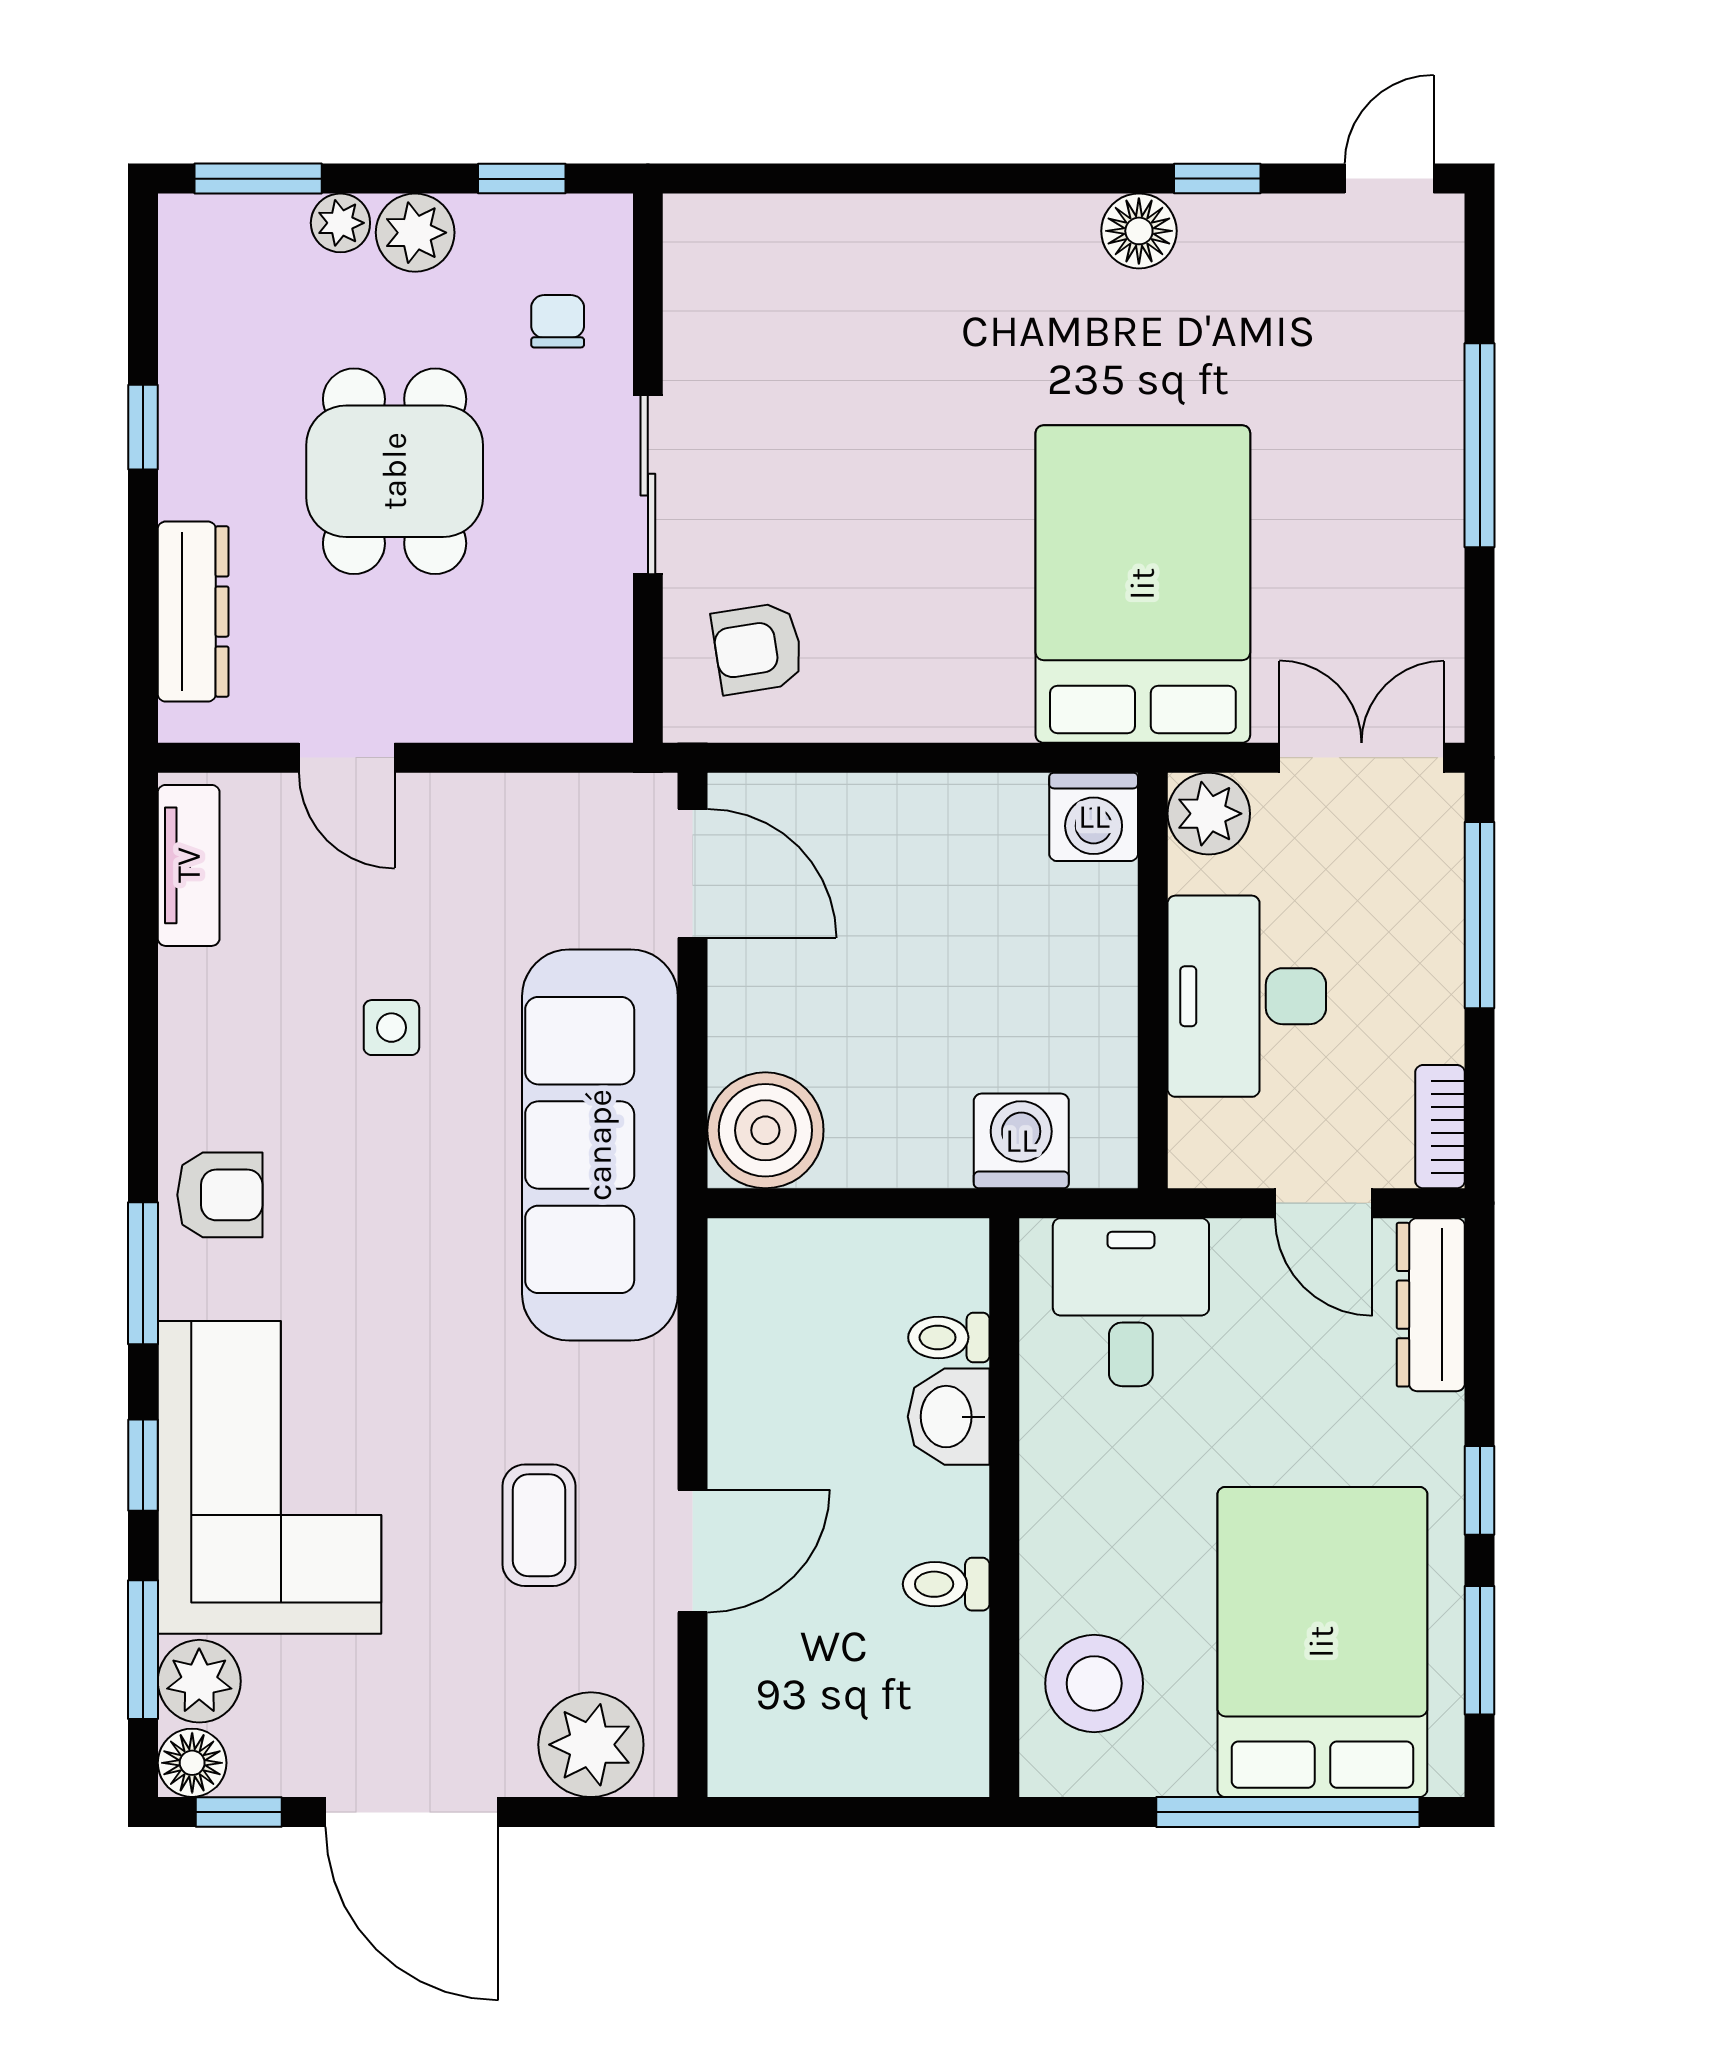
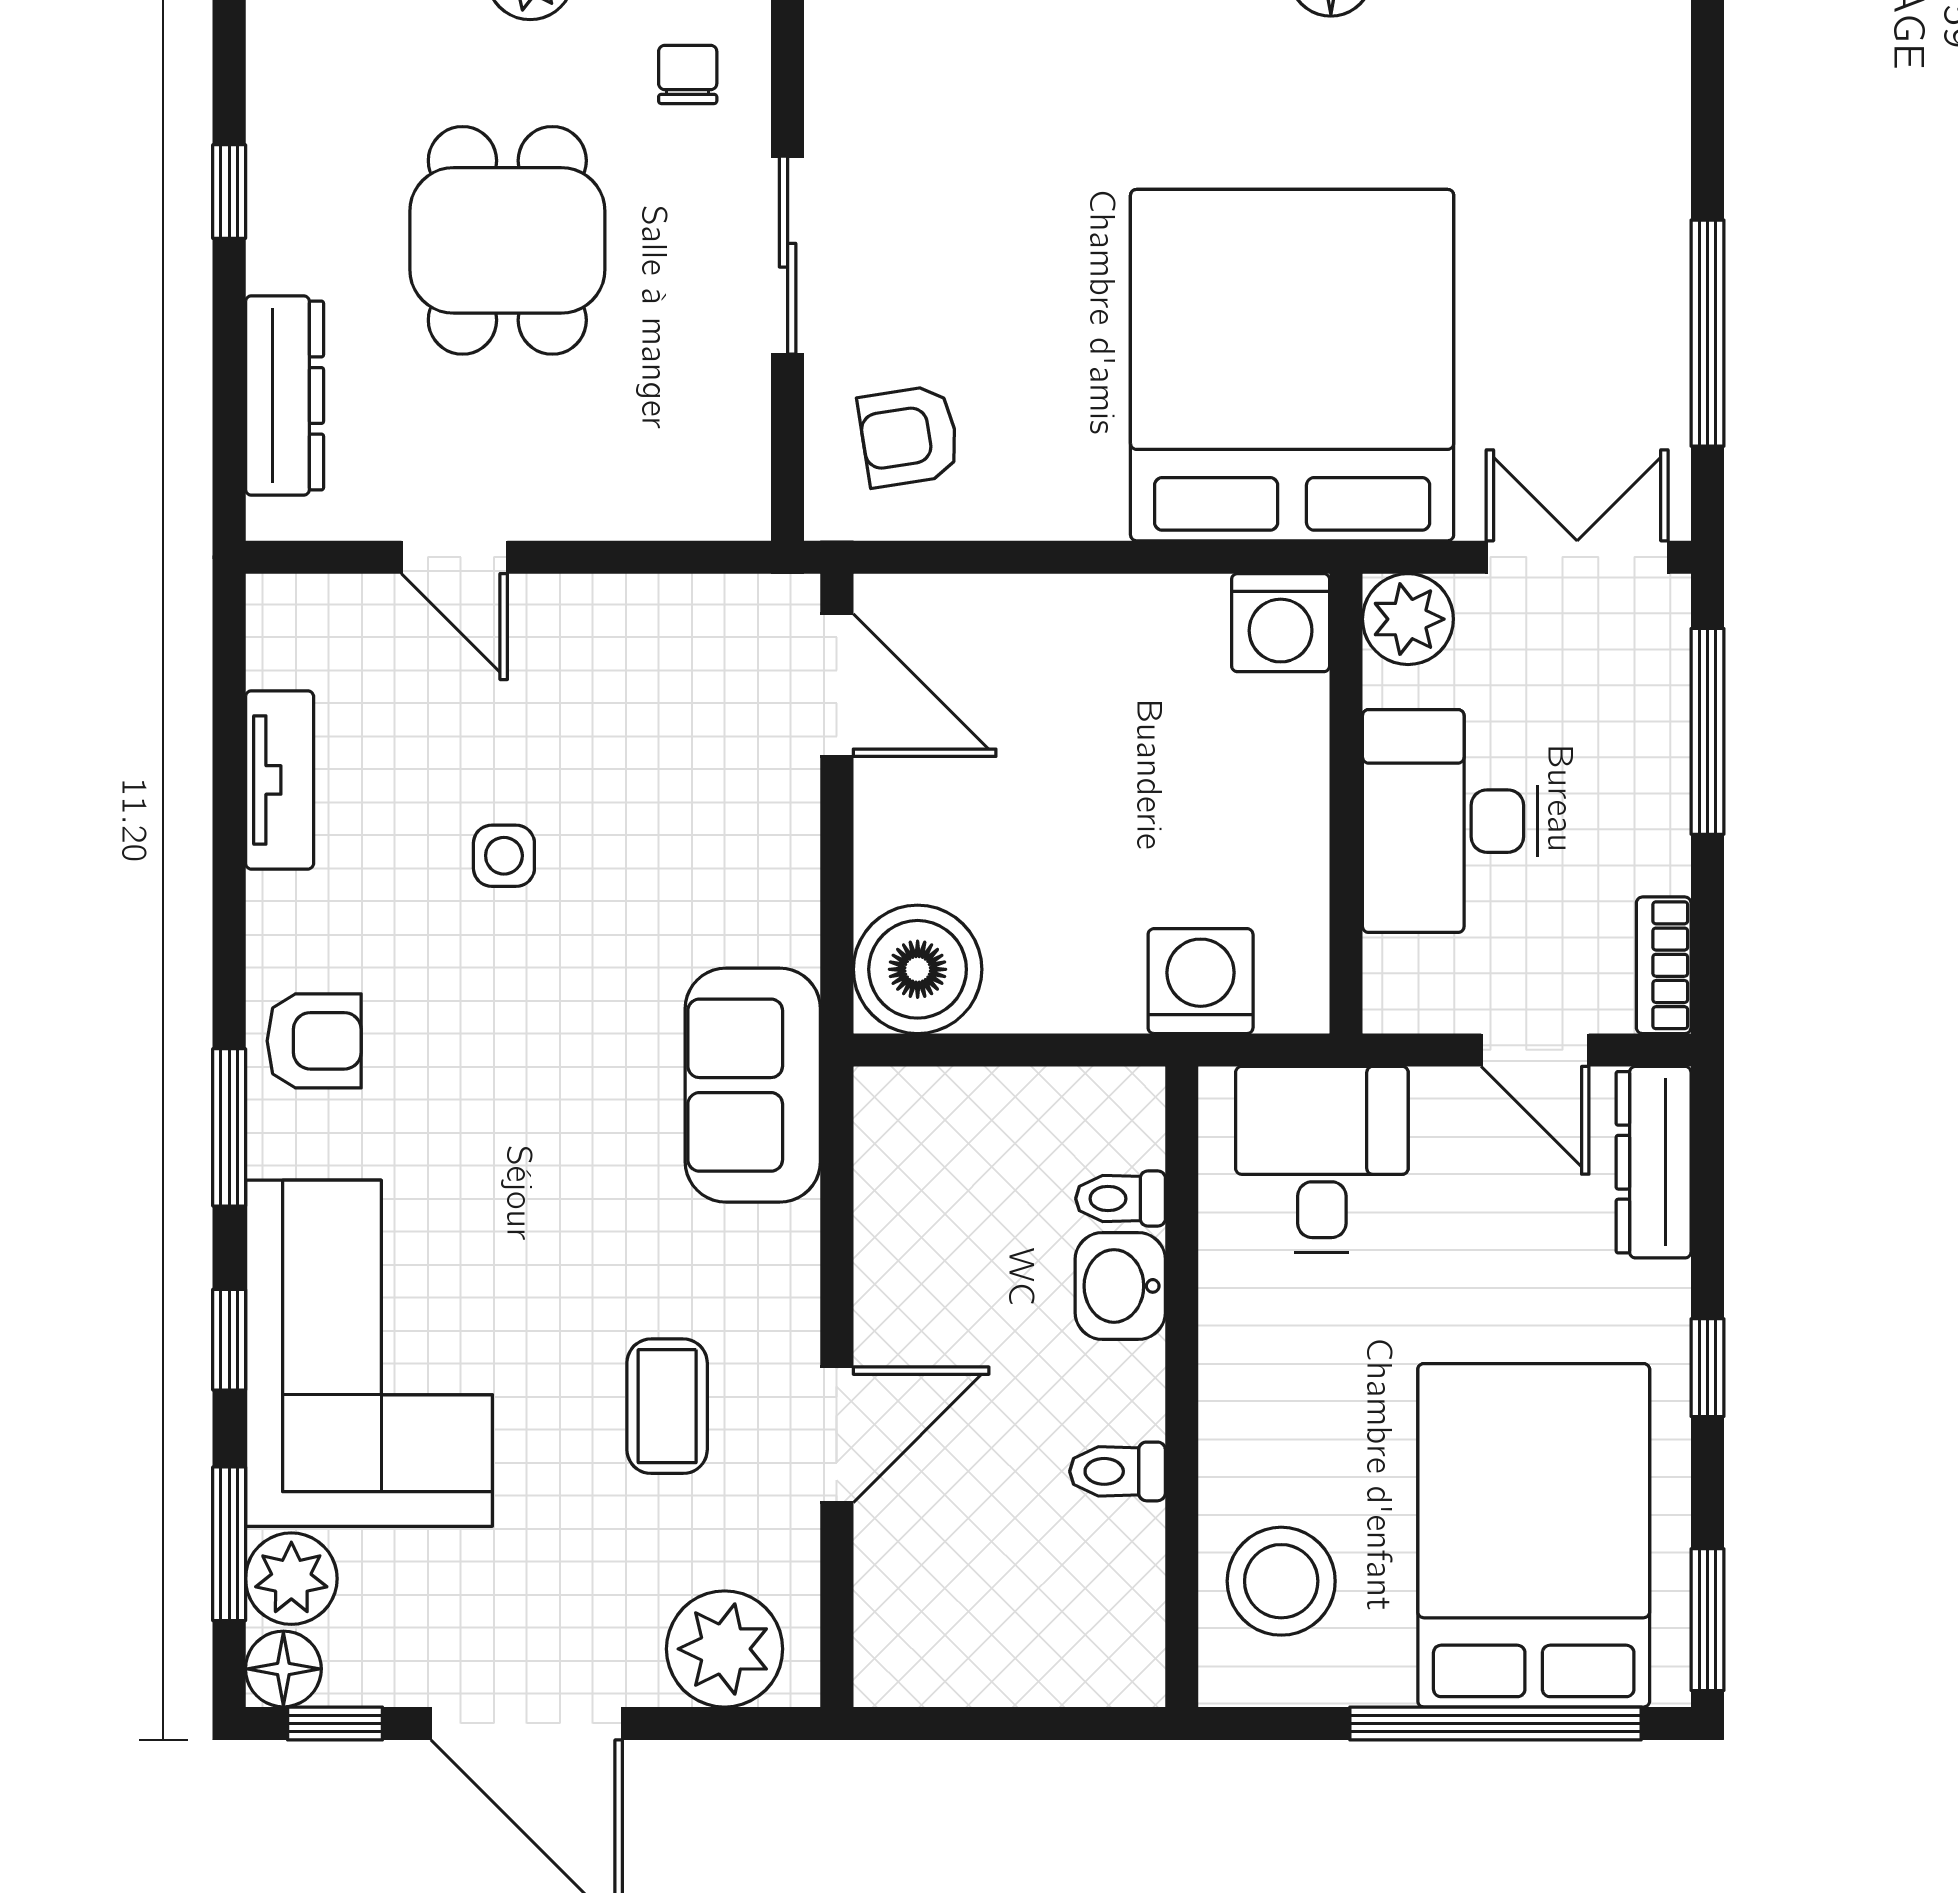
window: (1480, 445) -> (1707, 333), moved
bed: (1143, 584) -> (1292, 365), width x1.36
tv unit: (189, 865) -> (280, 780), moved
sofa: (600, 1145) -> (753, 1085), width x0.54, depth x0.79
window: (1480, 1650) -> (1707, 1620), moved

